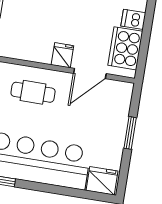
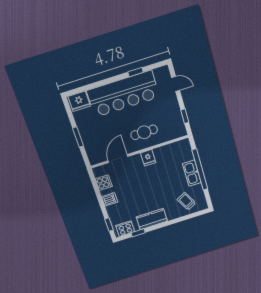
cooker: (125, 48) -> (104, 183), width x0.53, depth x0.76
fridge: (62, 55) -> (148, 158), moved

